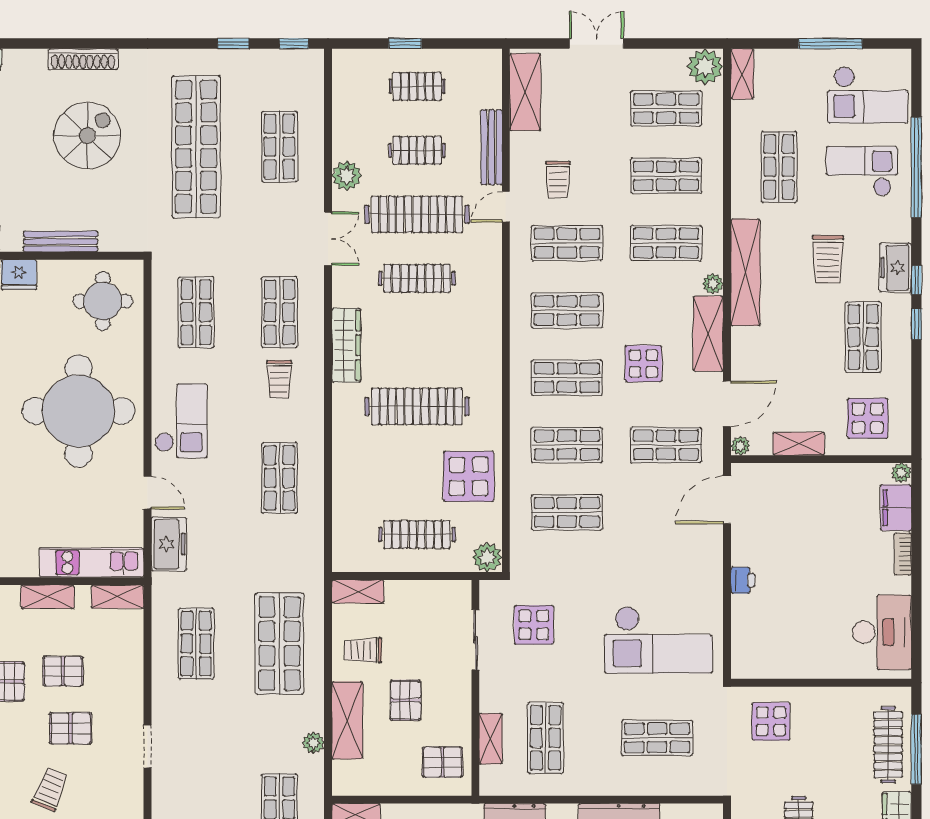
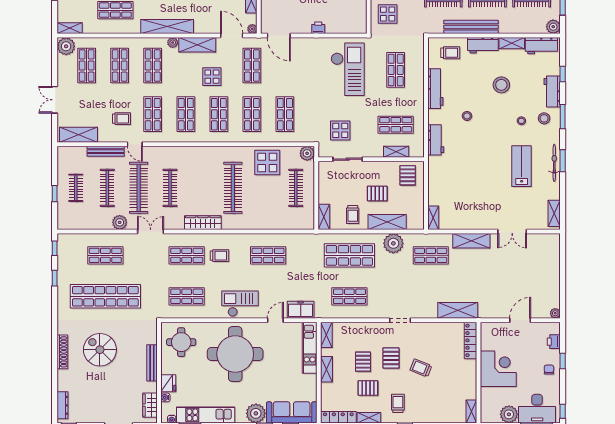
clothes rail: (417, 150) -> (107, 188), width x1.36
plant: (313, 743) -> (393, 243), width x1.87, depth x1.87

